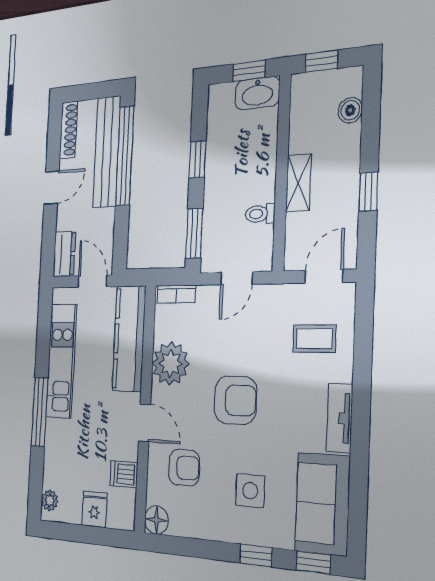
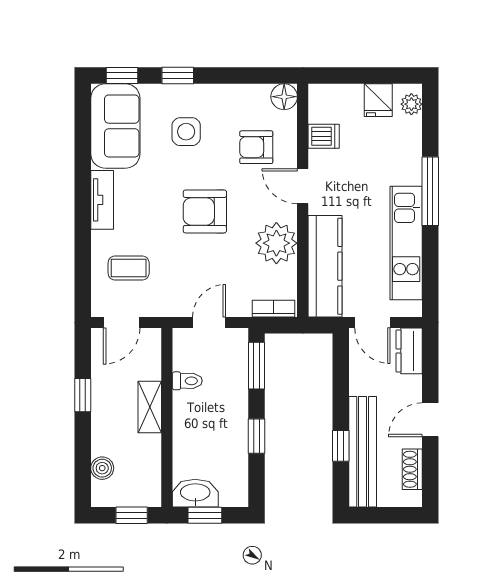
shoe rack: (68, 130) -> (412, 469), width x0.70
window: (125, 156) -> (341, 446), width x0.32
fridge: (94, 509) -> (378, 100), moved

